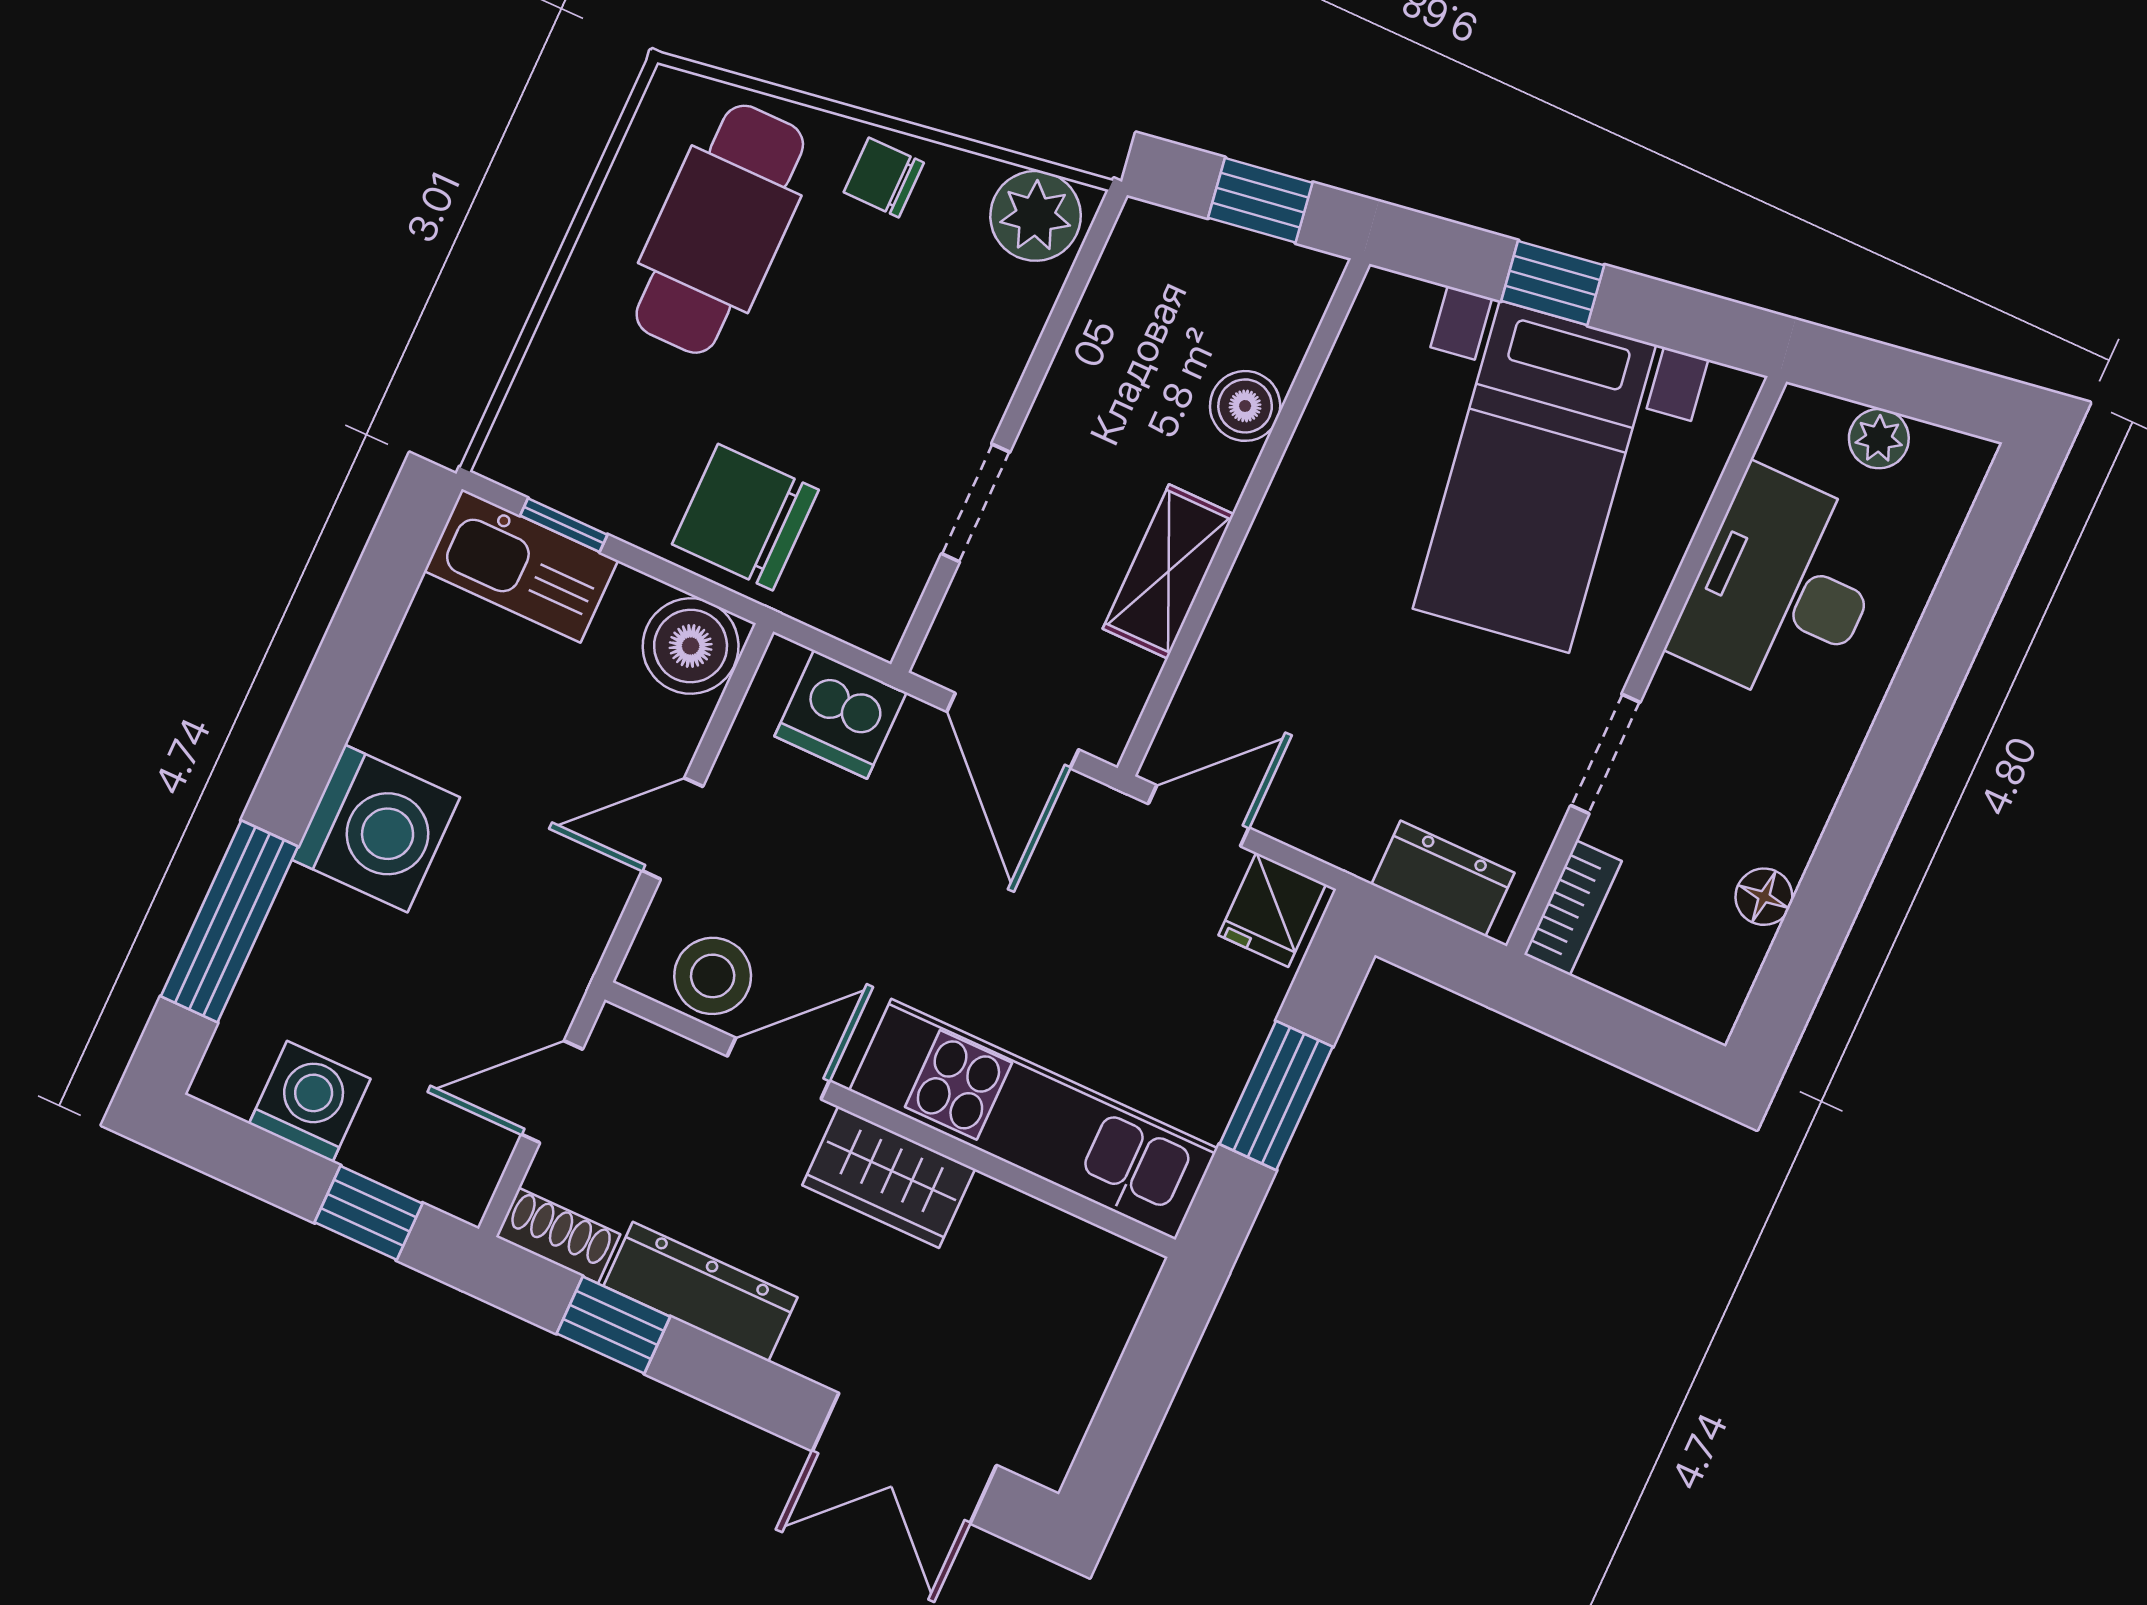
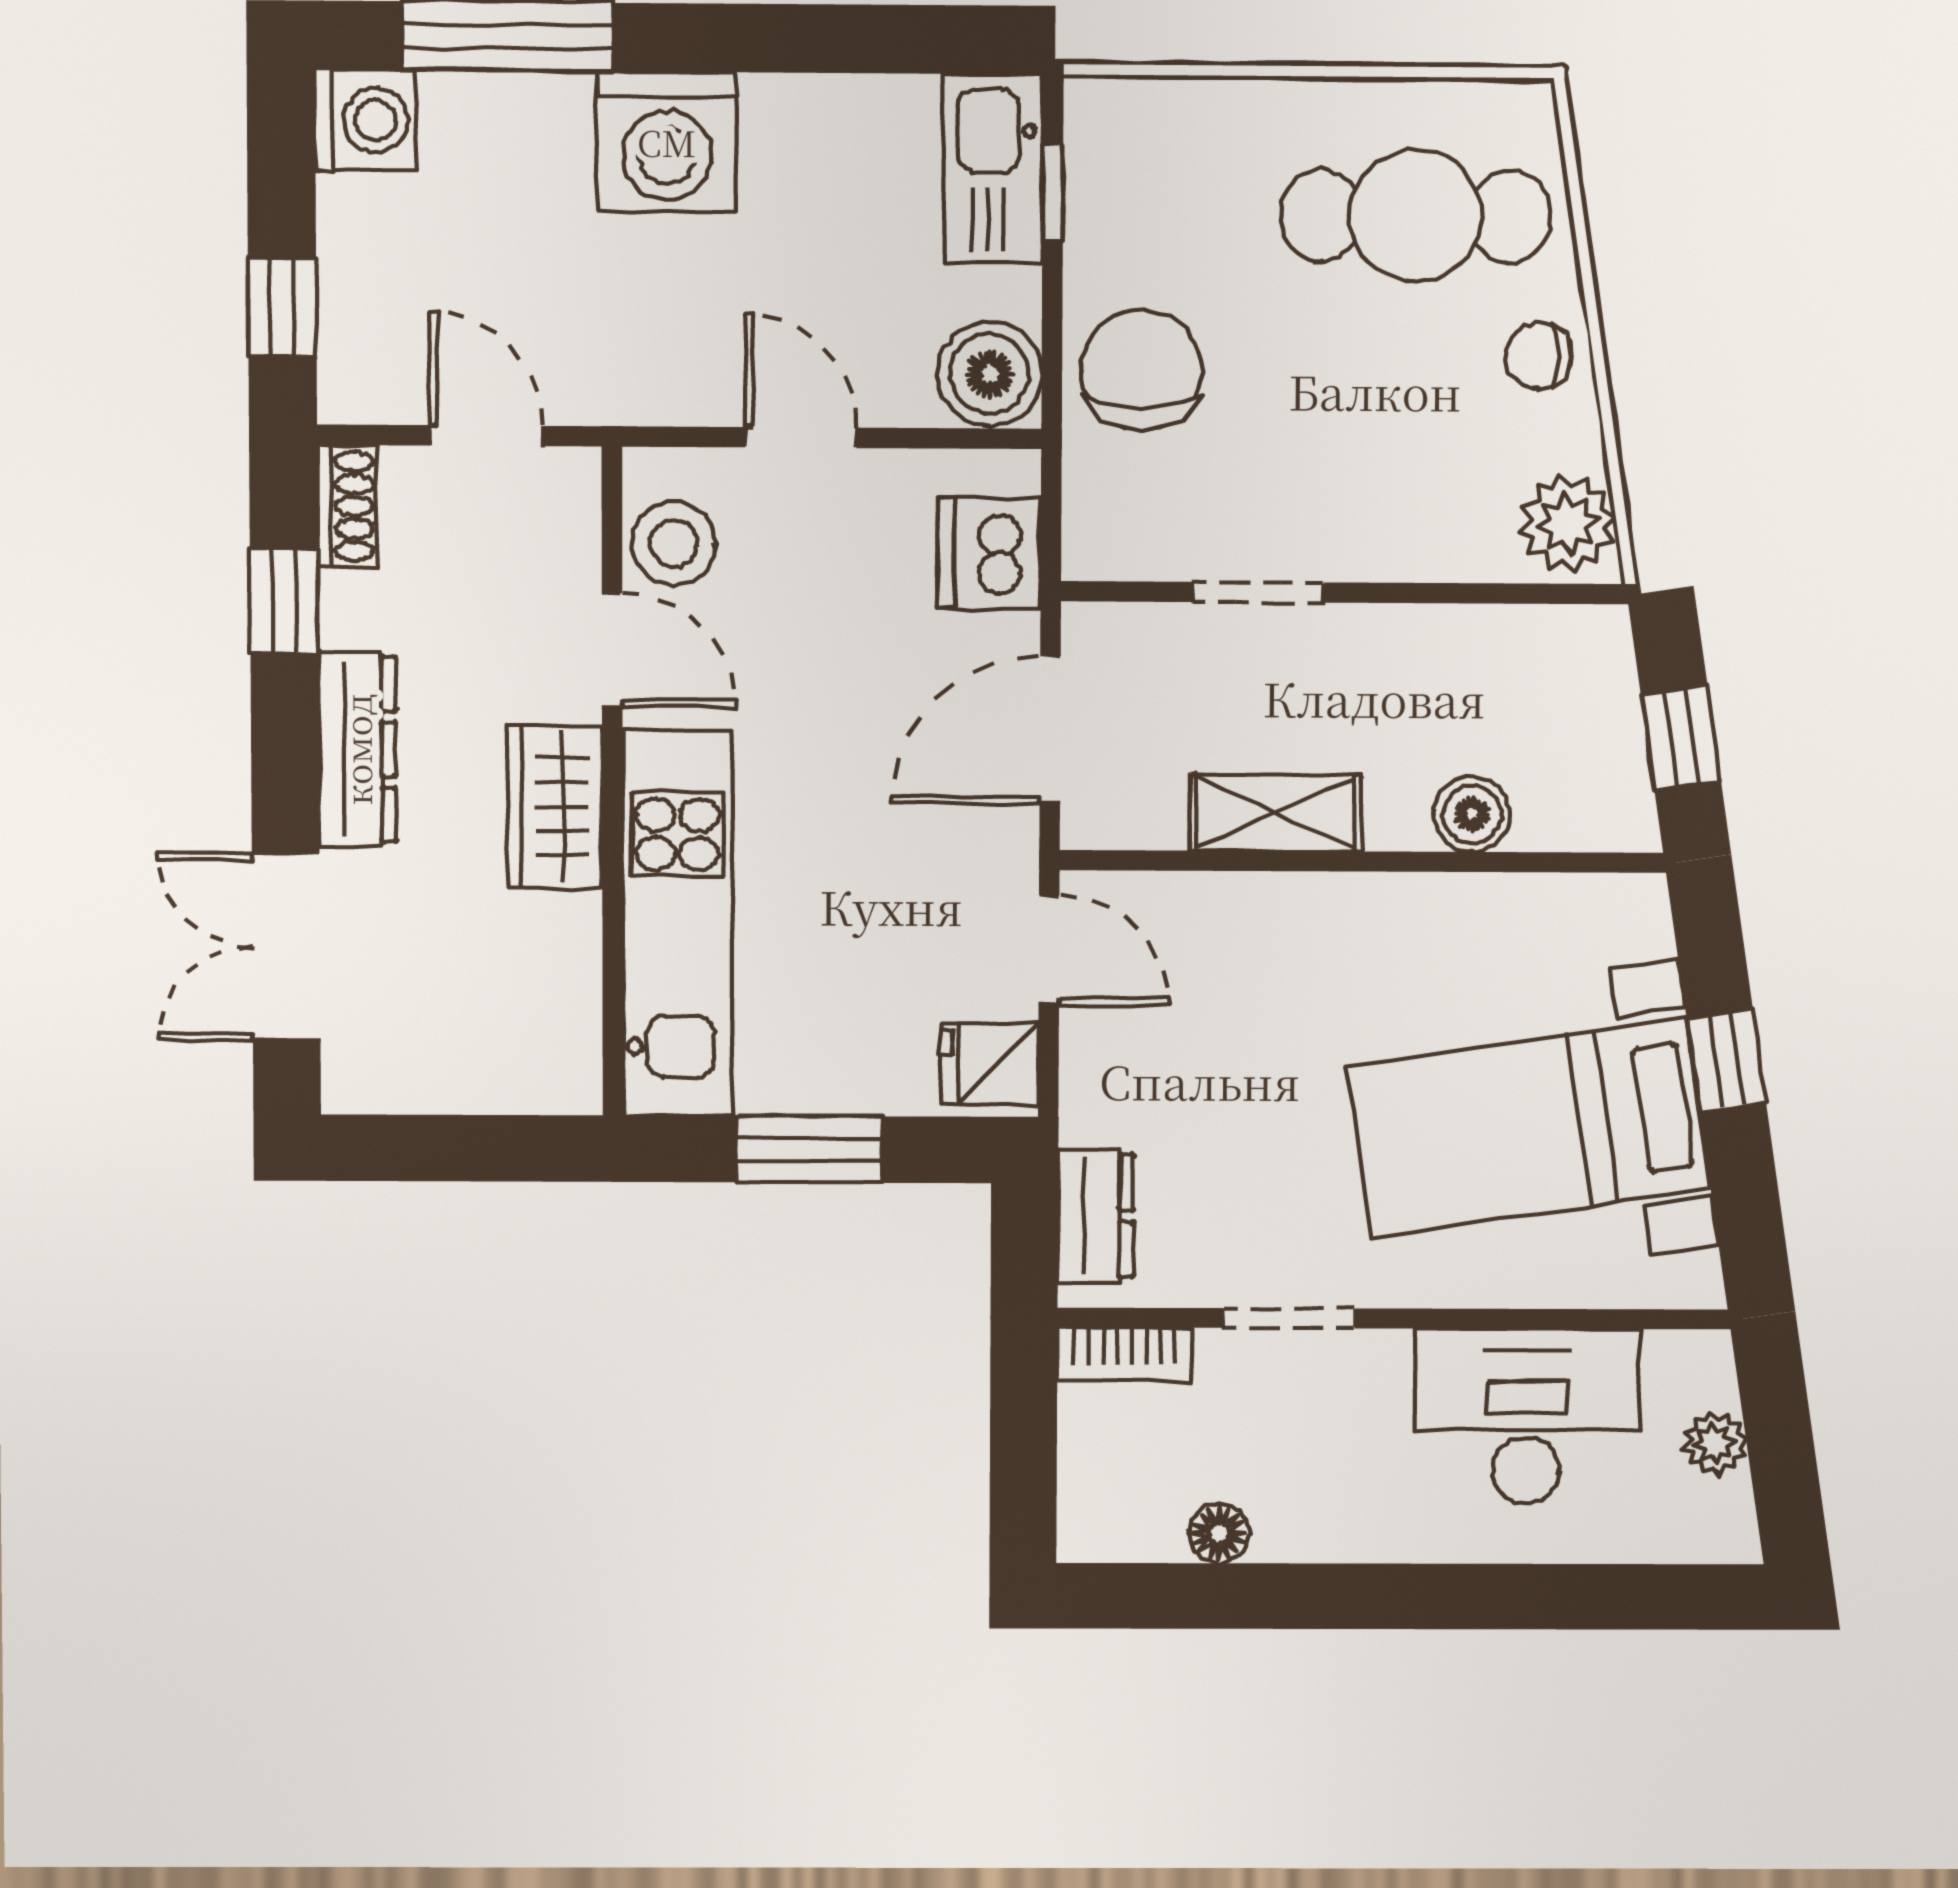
chair: (884, 177) -> (1539, 356), turned -90
washing machine: (310, 1101) -> (365, 120), moved
dresser: (701, 1292) -> (357, 749), moved

